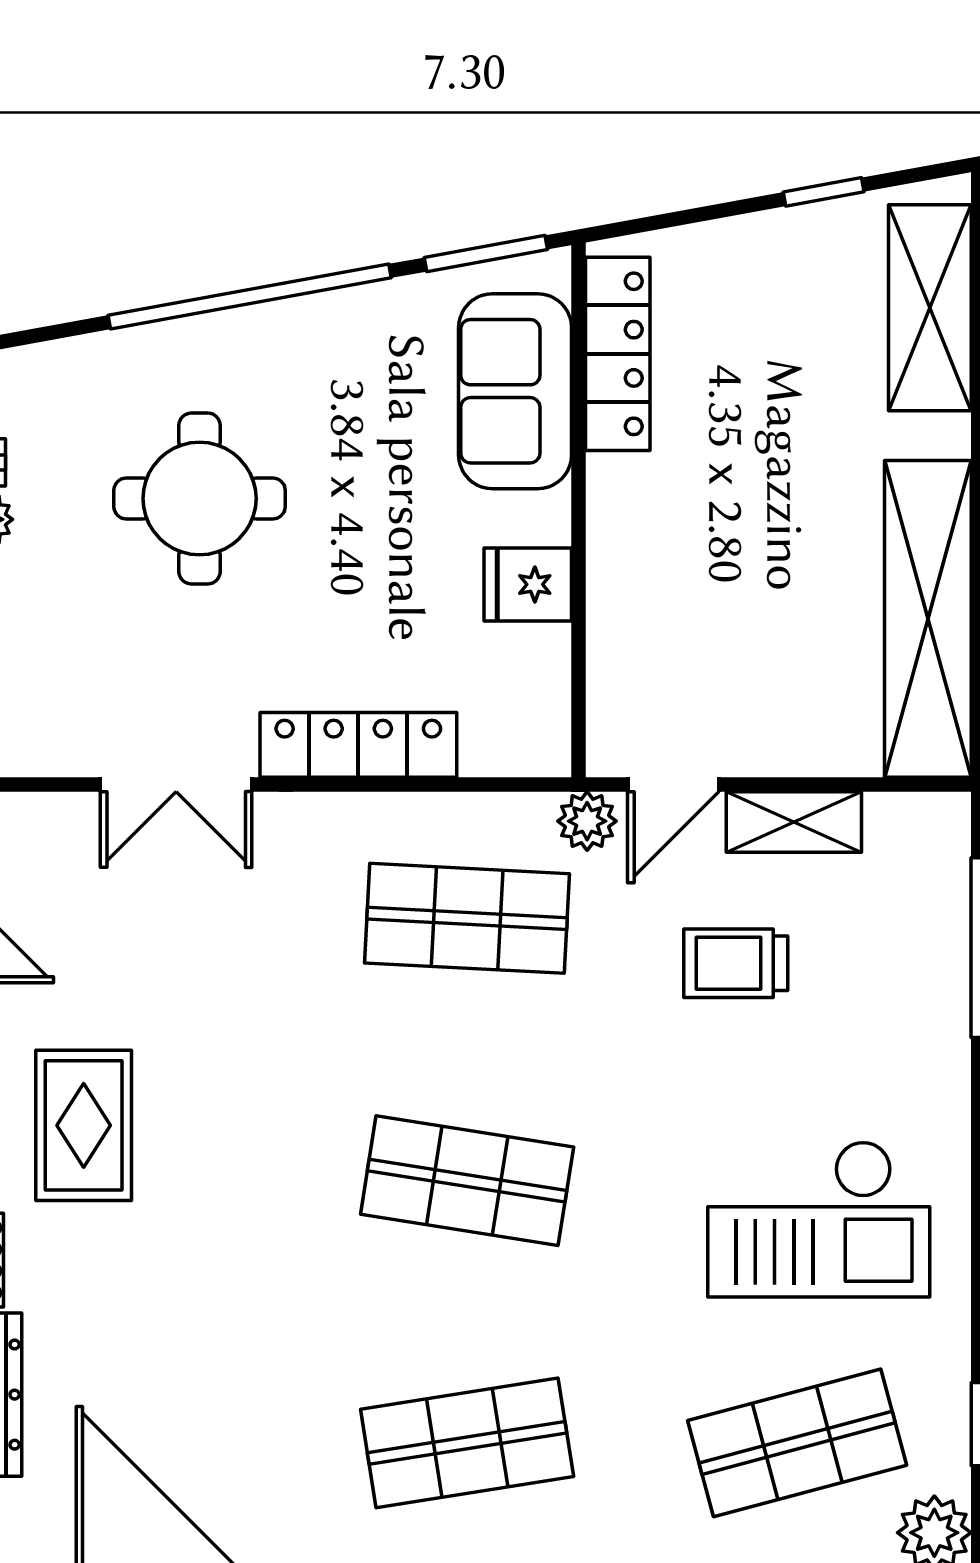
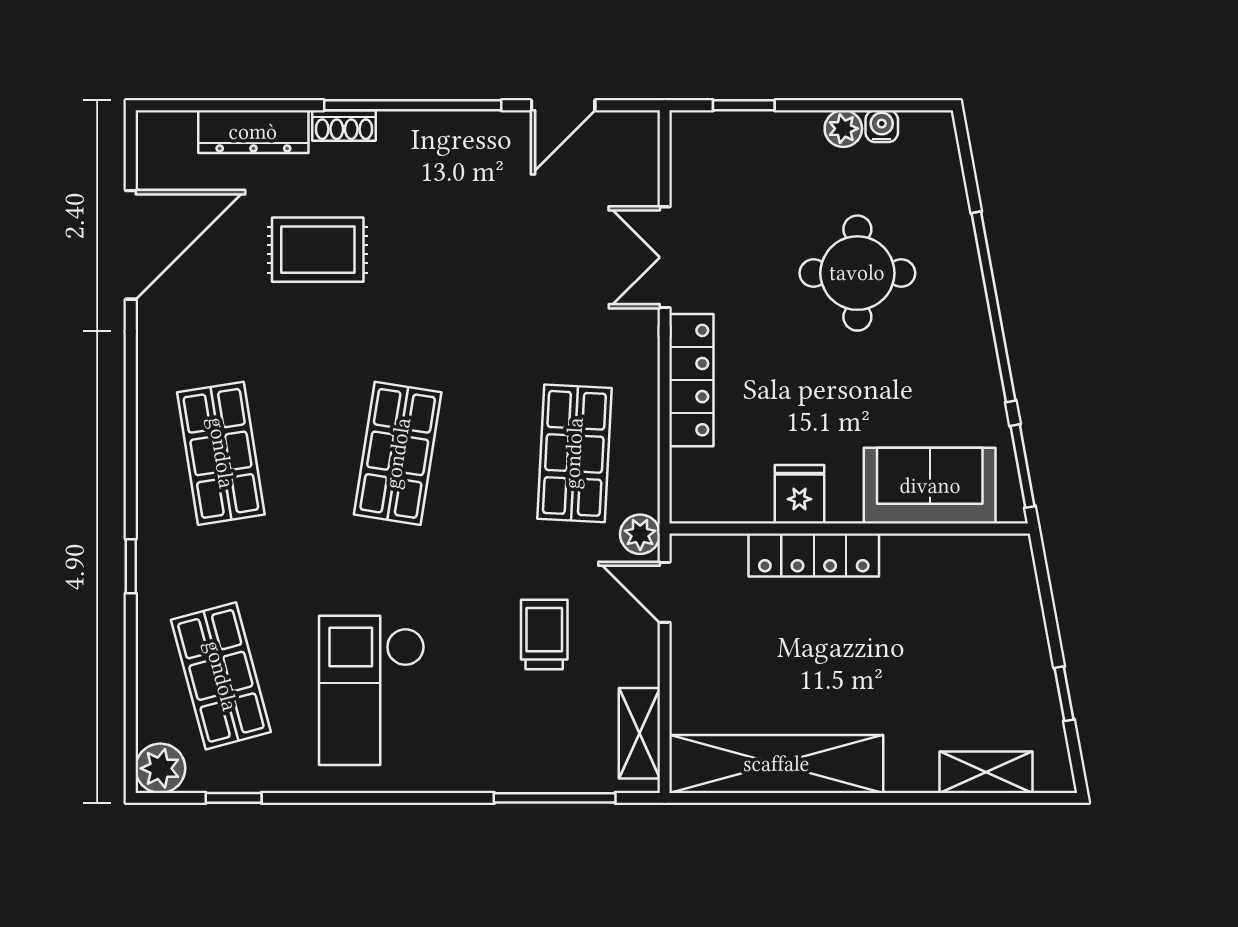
shelving: (930, 308) -> (986, 772), width x0.67, depth x0.75
locker: (618, 354) -> (814, 555), moved
shelving: (794, 822) -> (639, 733), moved
rug: (84, 1125) -> (318, 250), moved

